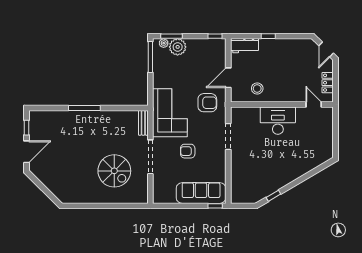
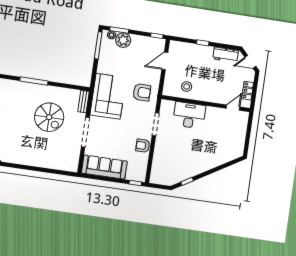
workbench: (244, 46) -> (226, 55), moved
door: (326, 49) -> (250, 62), hinge flipped
door: (228, 78) -> (165, 61), moved
door: (314, 105) -> (233, 108), hinge flipped
desk: (278, 121) -> (189, 115), moved
armchair: (188, 151) -> (143, 146), moved
spiral stairs: (114, 171) -> (49, 117), moved
sofa: (201, 193) -> (104, 167), moved

